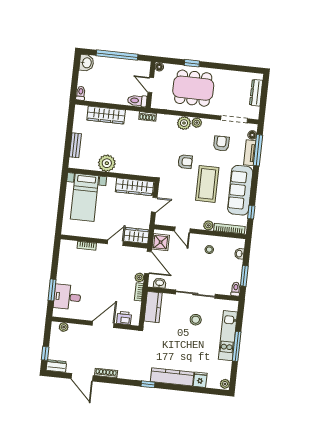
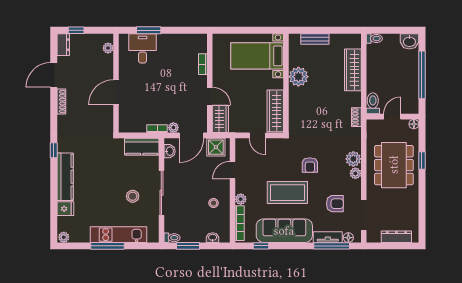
printer: (124, 318) -> (126, 115), removed
door: (103, 324) -> (116, 92), swing flipped

